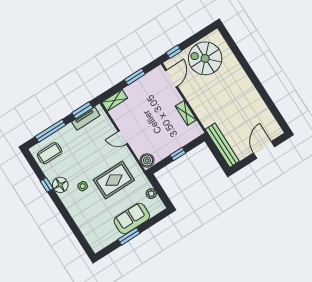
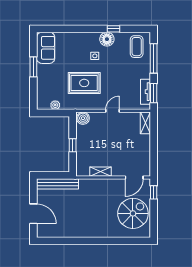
window: (135, 77) -> (154, 150), removed
door: (171, 78) -> (134, 178), hinge flipped
rug: (114, 180) -> (84, 83), turned 90
sofa: (132, 218) -> (46, 48), moved

